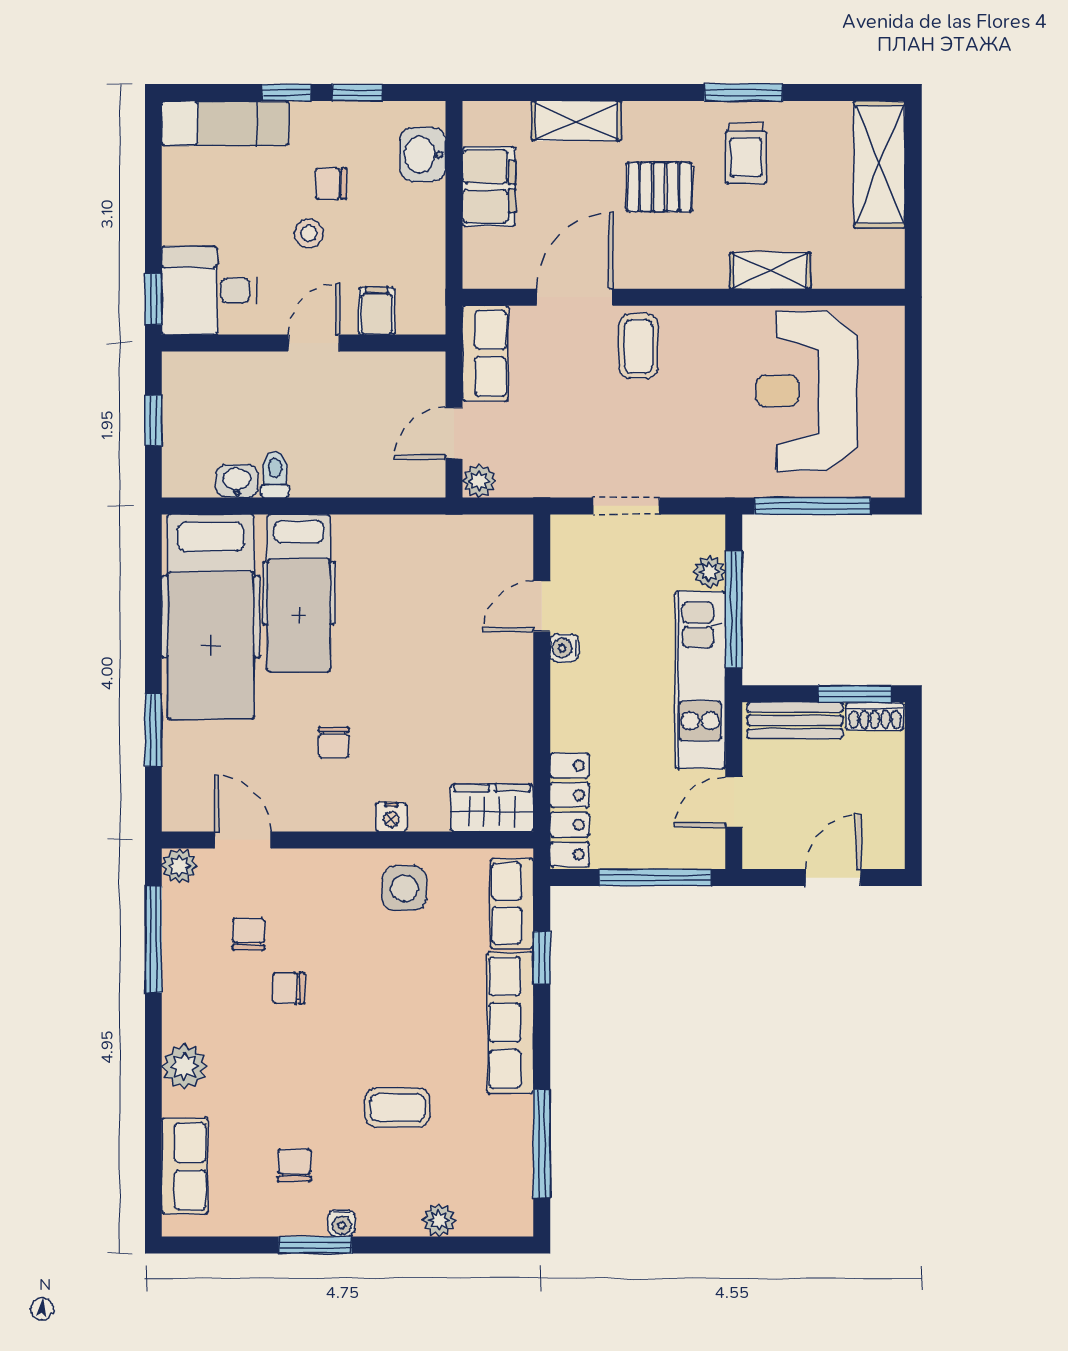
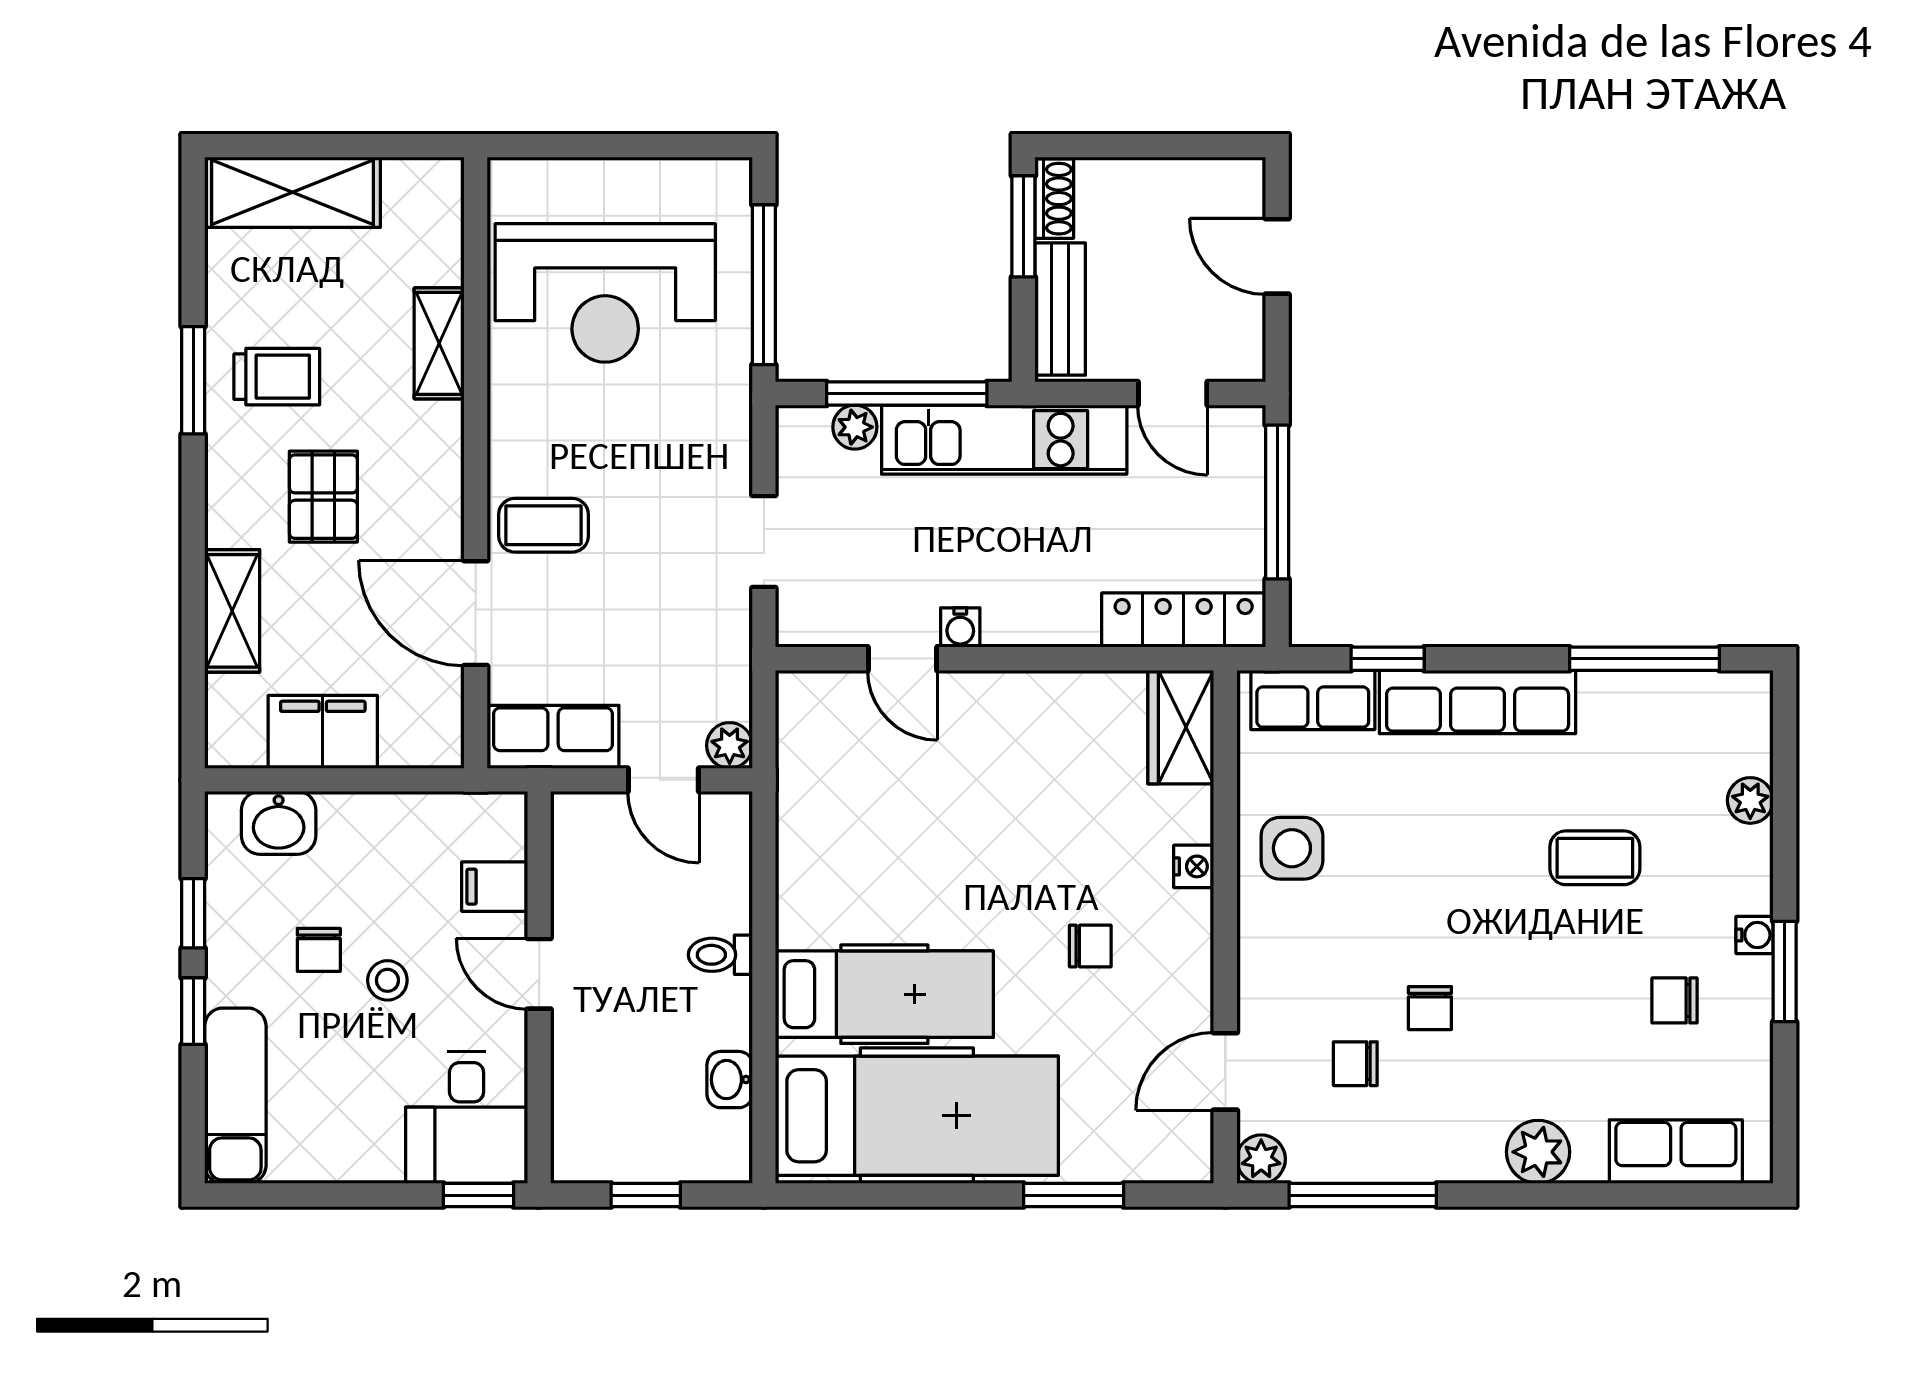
toilet: (275, 474) -> (720, 955), moved
coffee table: (398, 1108) -> (1595, 858), turned 90

